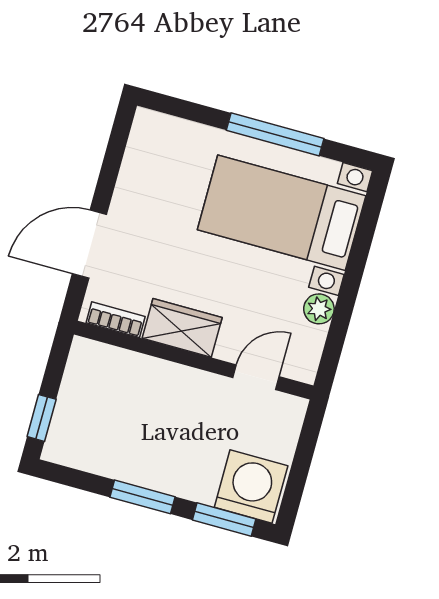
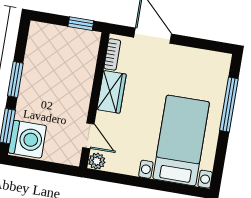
window: (275, 134) -> (229, 105), moved
plant: (319, 309) -> (97, 161), moved
window: (42, 418) -> (81, 24), moved

